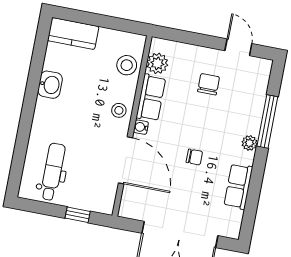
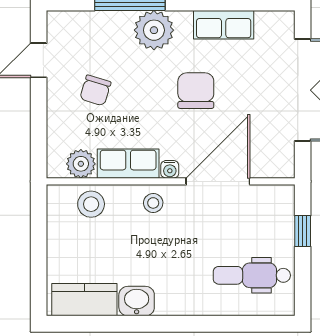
kitchen counter: (73, 33) -> (84, 300), moved, turned -90
chair: (209, 84) -> (95, 90), turned -73
plant: (249, 143) -> (154, 30), width x1.87, depth x1.87
chair: (194, 157) -> (196, 91), width x1.87, depth x1.87

